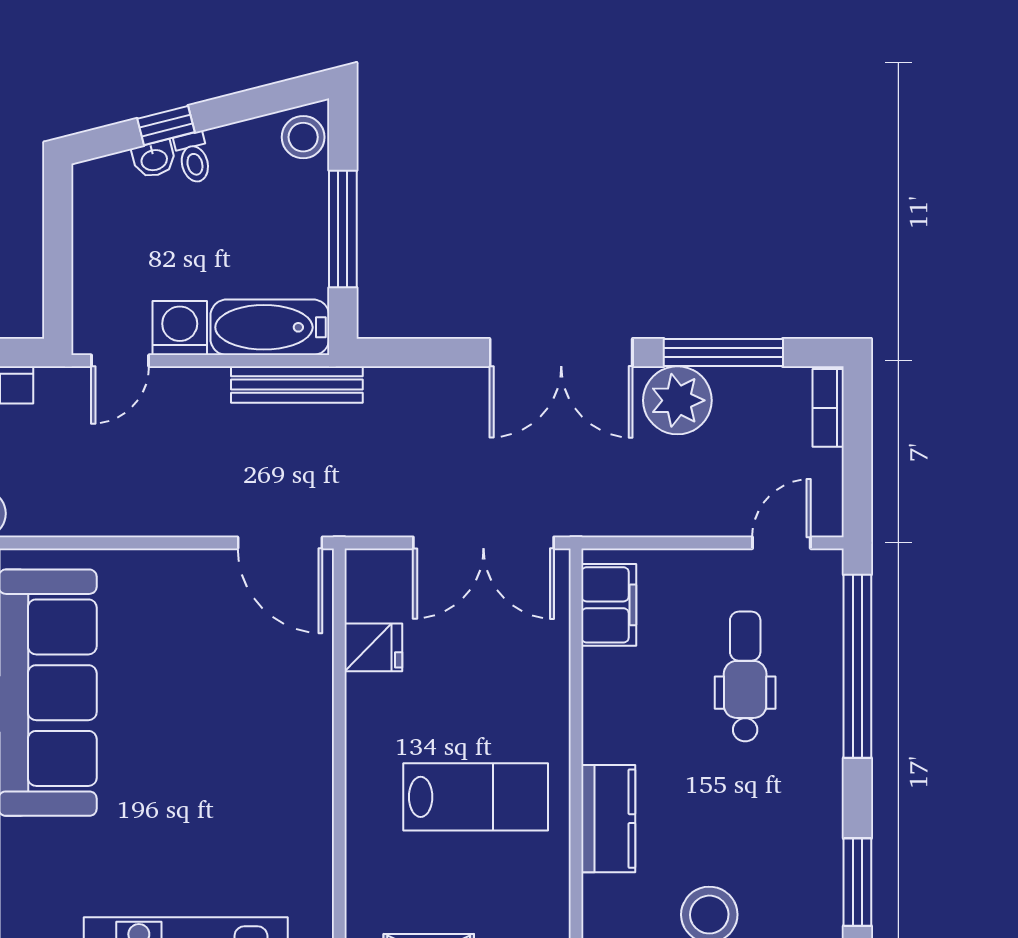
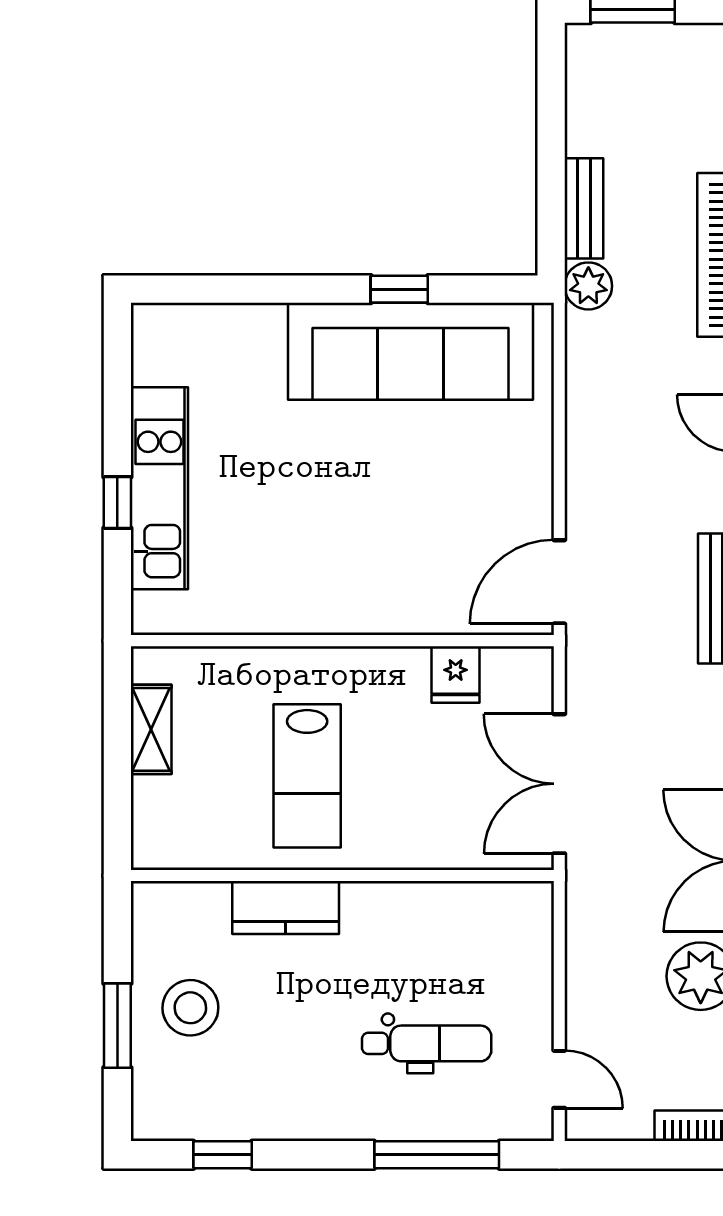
filing cabinet: (609, 605) -> (498, 908), removed
window: (857, 666) -> (437, 1155), width x0.68
window: (857, 882) -> (223, 1155), width x0.67

